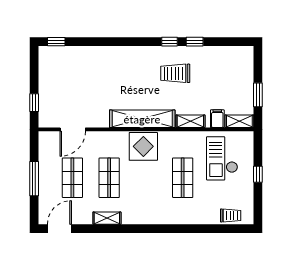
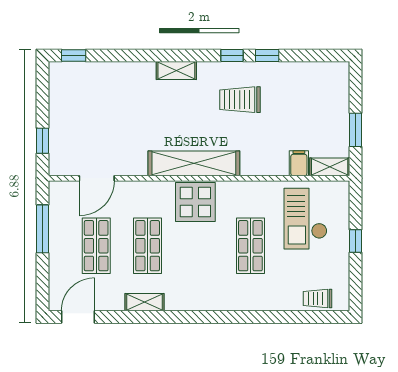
shelving: (190, 121) -> (176, 70), moved
window: (34, 179) -> (43, 229), moved
trolley: (231, 215) -> (317, 299), turned 180

